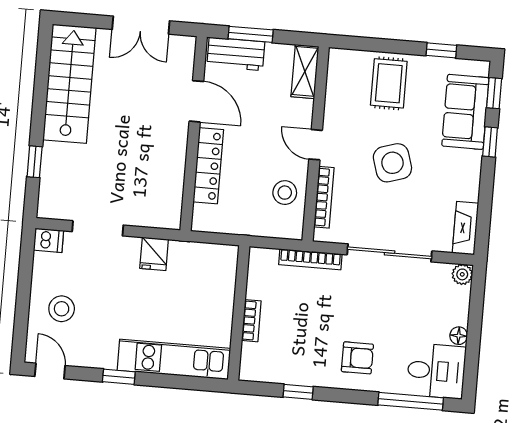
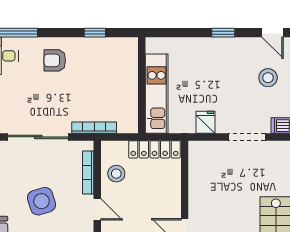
locker: (208, 166) -> (154, 149), moved, turned -90
bookcase: (251, 321) -> (132, 80), removed
kitchen unit: (174, 359) -> (157, 94), moved, turned -90

